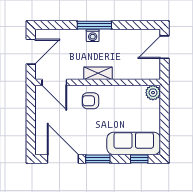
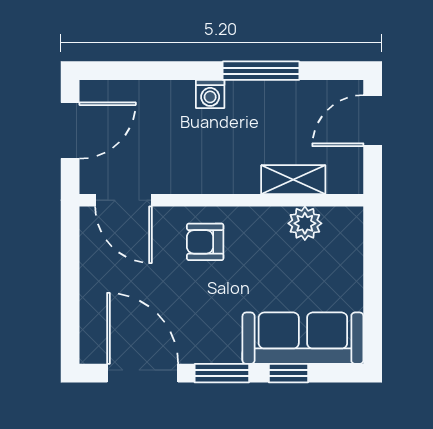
window: (94, 25) -> (261, 71), moved
shelving: (98, 73) -> (293, 180), moved
plant: (153, 93) -> (305, 223), moved
window: (139, 159) -> (288, 373), moved

